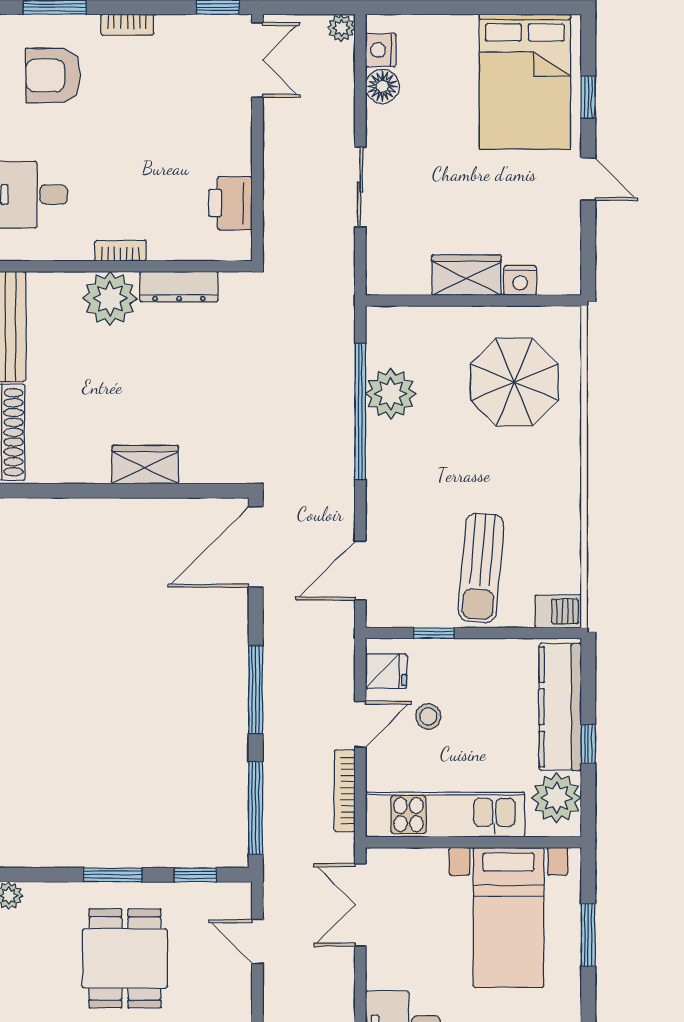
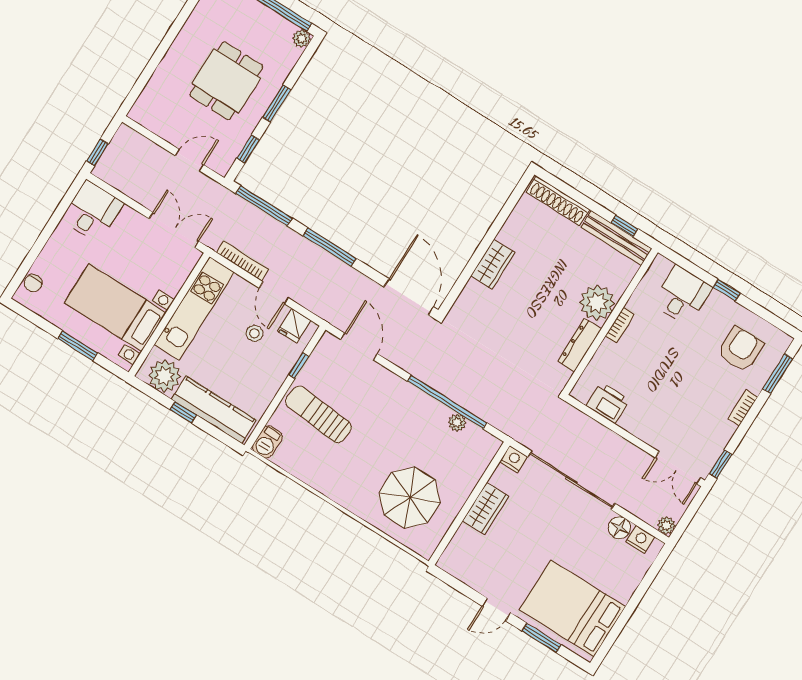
window: (588, 97) -> (542, 638), width x1.50
sliding door: (360, 187) -> (571, 480), width x1.86
nightstand: (520, 280) -> (513, 459), moved, turned 90
plant: (391, 394) -> (457, 423), width x0.53, depth x0.53
dining table: (125, 958) -> (226, 81), turned 90

